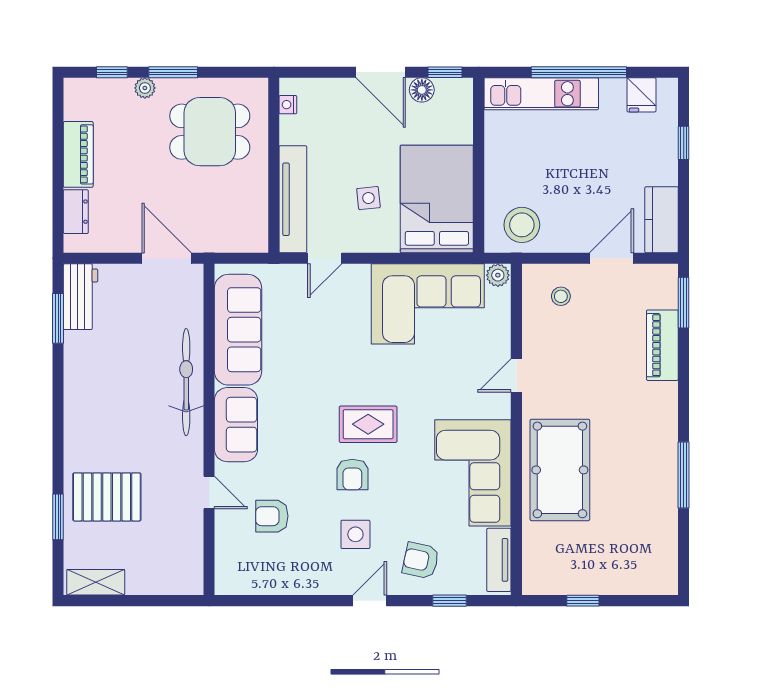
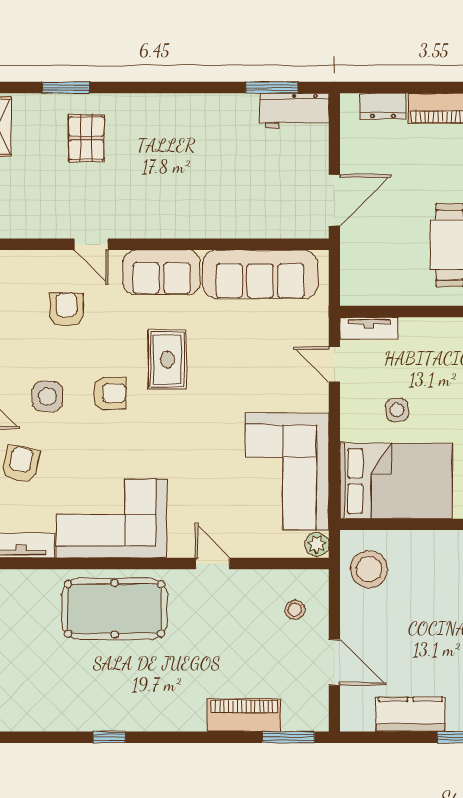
tv unit: (293, 199) -> (369, 328), width x0.52, depth x0.78
kitchen counter: (662, 220) -> (410, 714), moved
bicycle: (186, 382) -> (206, 221), removed
rug: (368, 424) -> (167, 360), moved
armchair: (352, 475) -> (110, 393), turned 180
window: (684, 475) -> (109, 737), width x0.46
door: (209, 492) -> (91, 244), hinge flipped
pallet: (107, 497) -> (86, 138), width x0.67, depth x0.71

